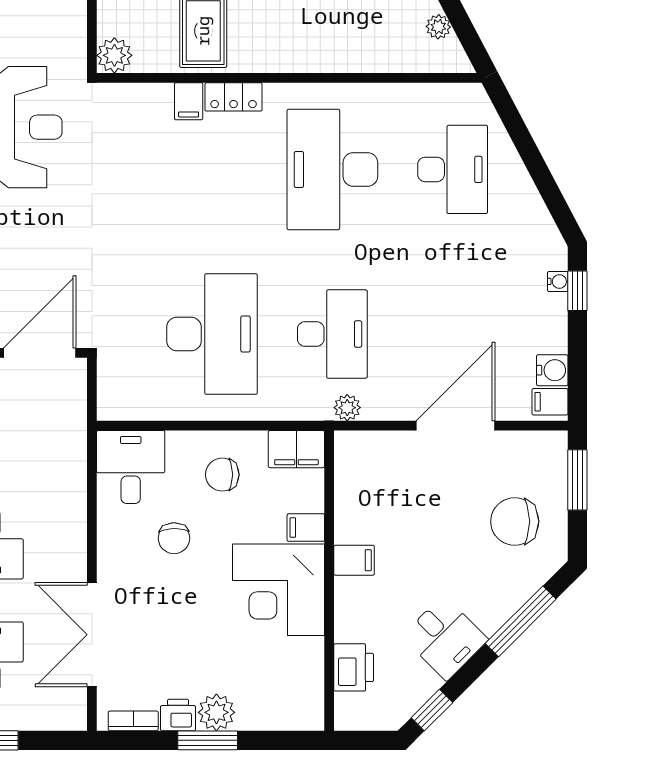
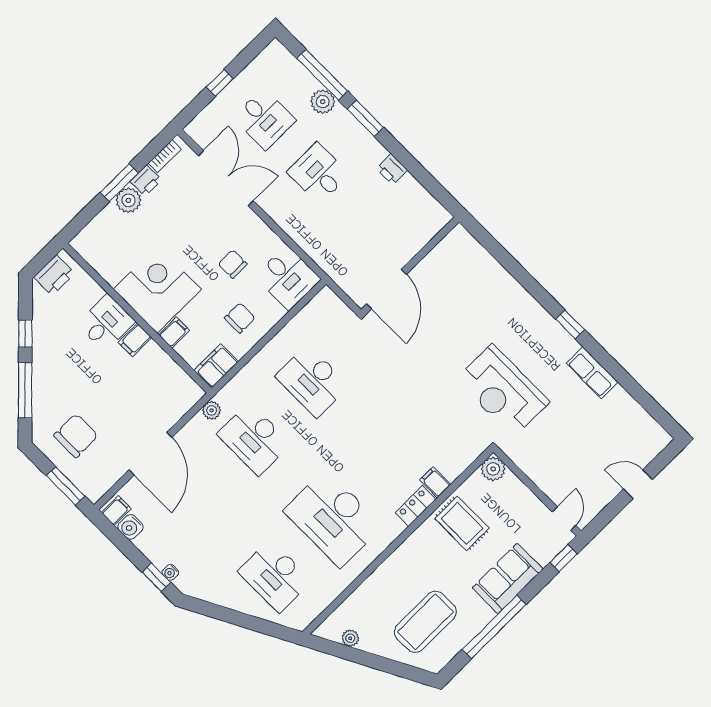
desk: (332, 169) -> (333, 518), turned 180
desk: (212, 334) -> (312, 381), width x0.73, depth x0.77
desk: (445, 638) -> (106, 323), moved, turned 135
printer: (354, 667) -> (54, 275), moved, turned -90
window: (432, 710) -> (25, 334), moved

